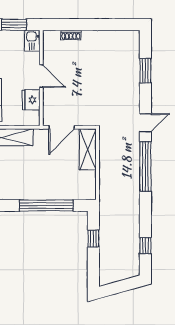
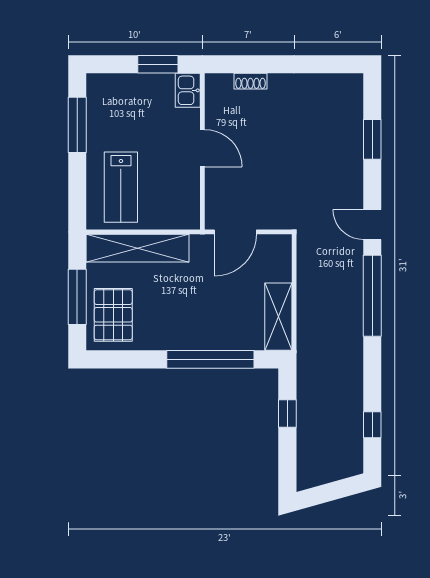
fridge: (31, 100) -> (186, 187), removed
door: (145, 123) -> (372, 224), swing flipped
shelving: (88, 149) -> (278, 317), moved

